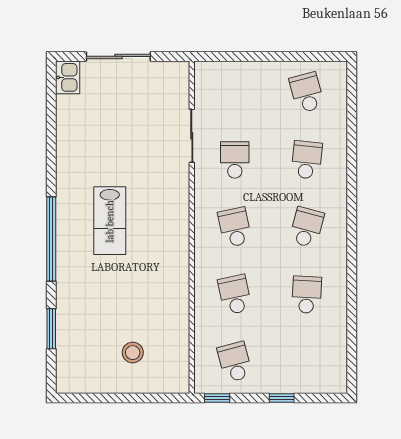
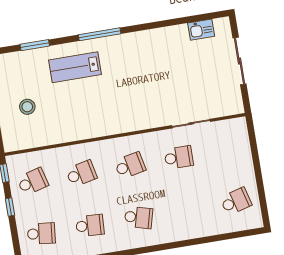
kitchen sink: (68, 77) -> (201, 30), moved
school desk: (307, 160) -> (41, 234), moved
lab bench: (110, 221) -> (75, 67), moved
window: (51, 239) -> (100, 34), width x0.68
window: (282, 398) -> (10, 207), moved

